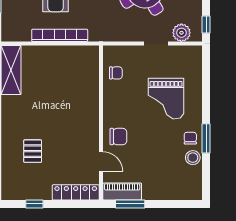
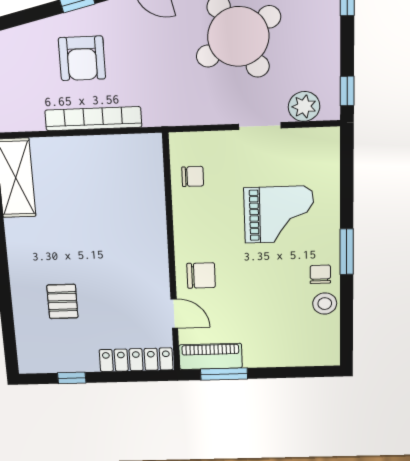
grand piano: (166, 99) -> (279, 215), turned -90
window: (206, 138) -> (347, 252), moved

